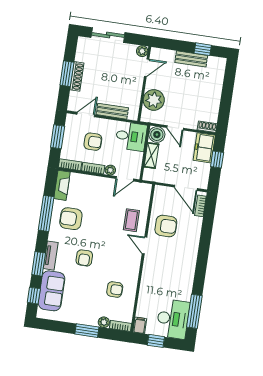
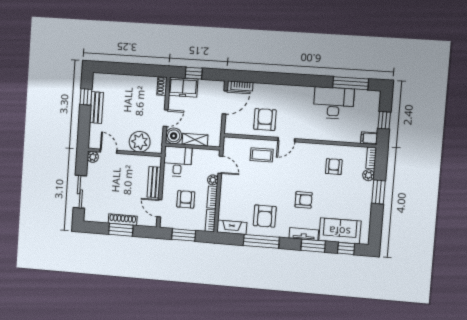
desk: (173, 319) -> (334, 103), moved

